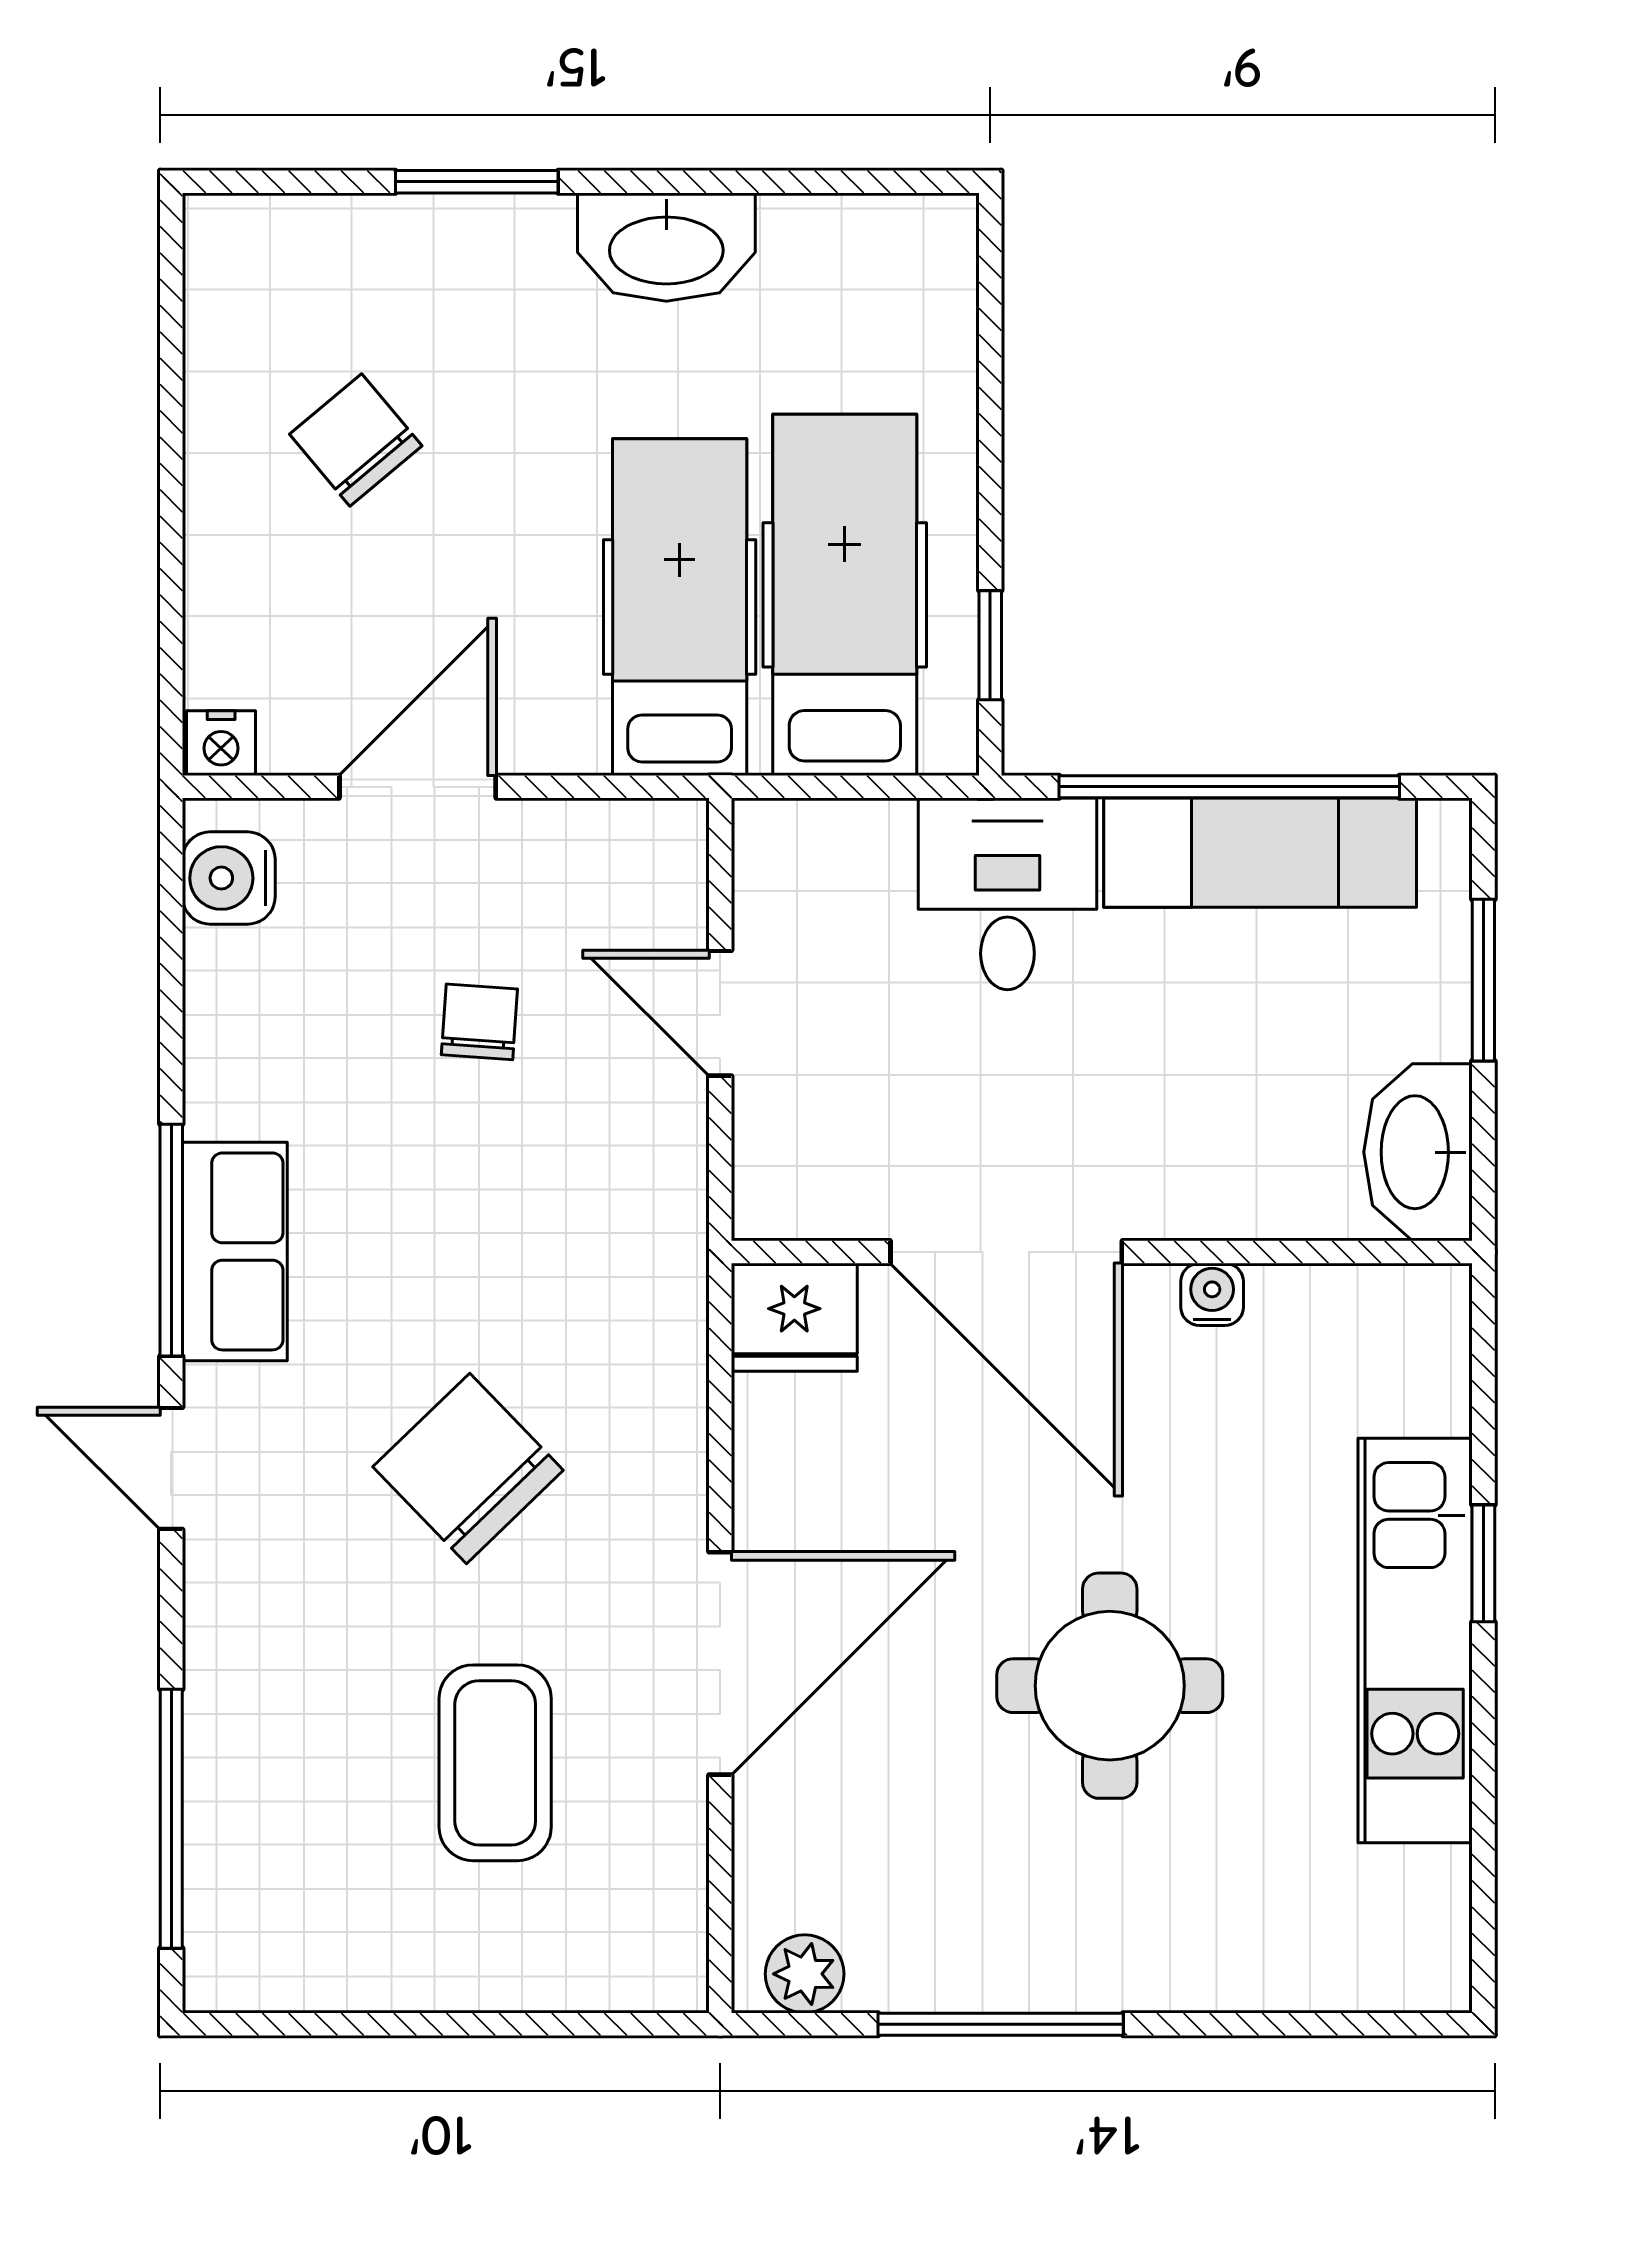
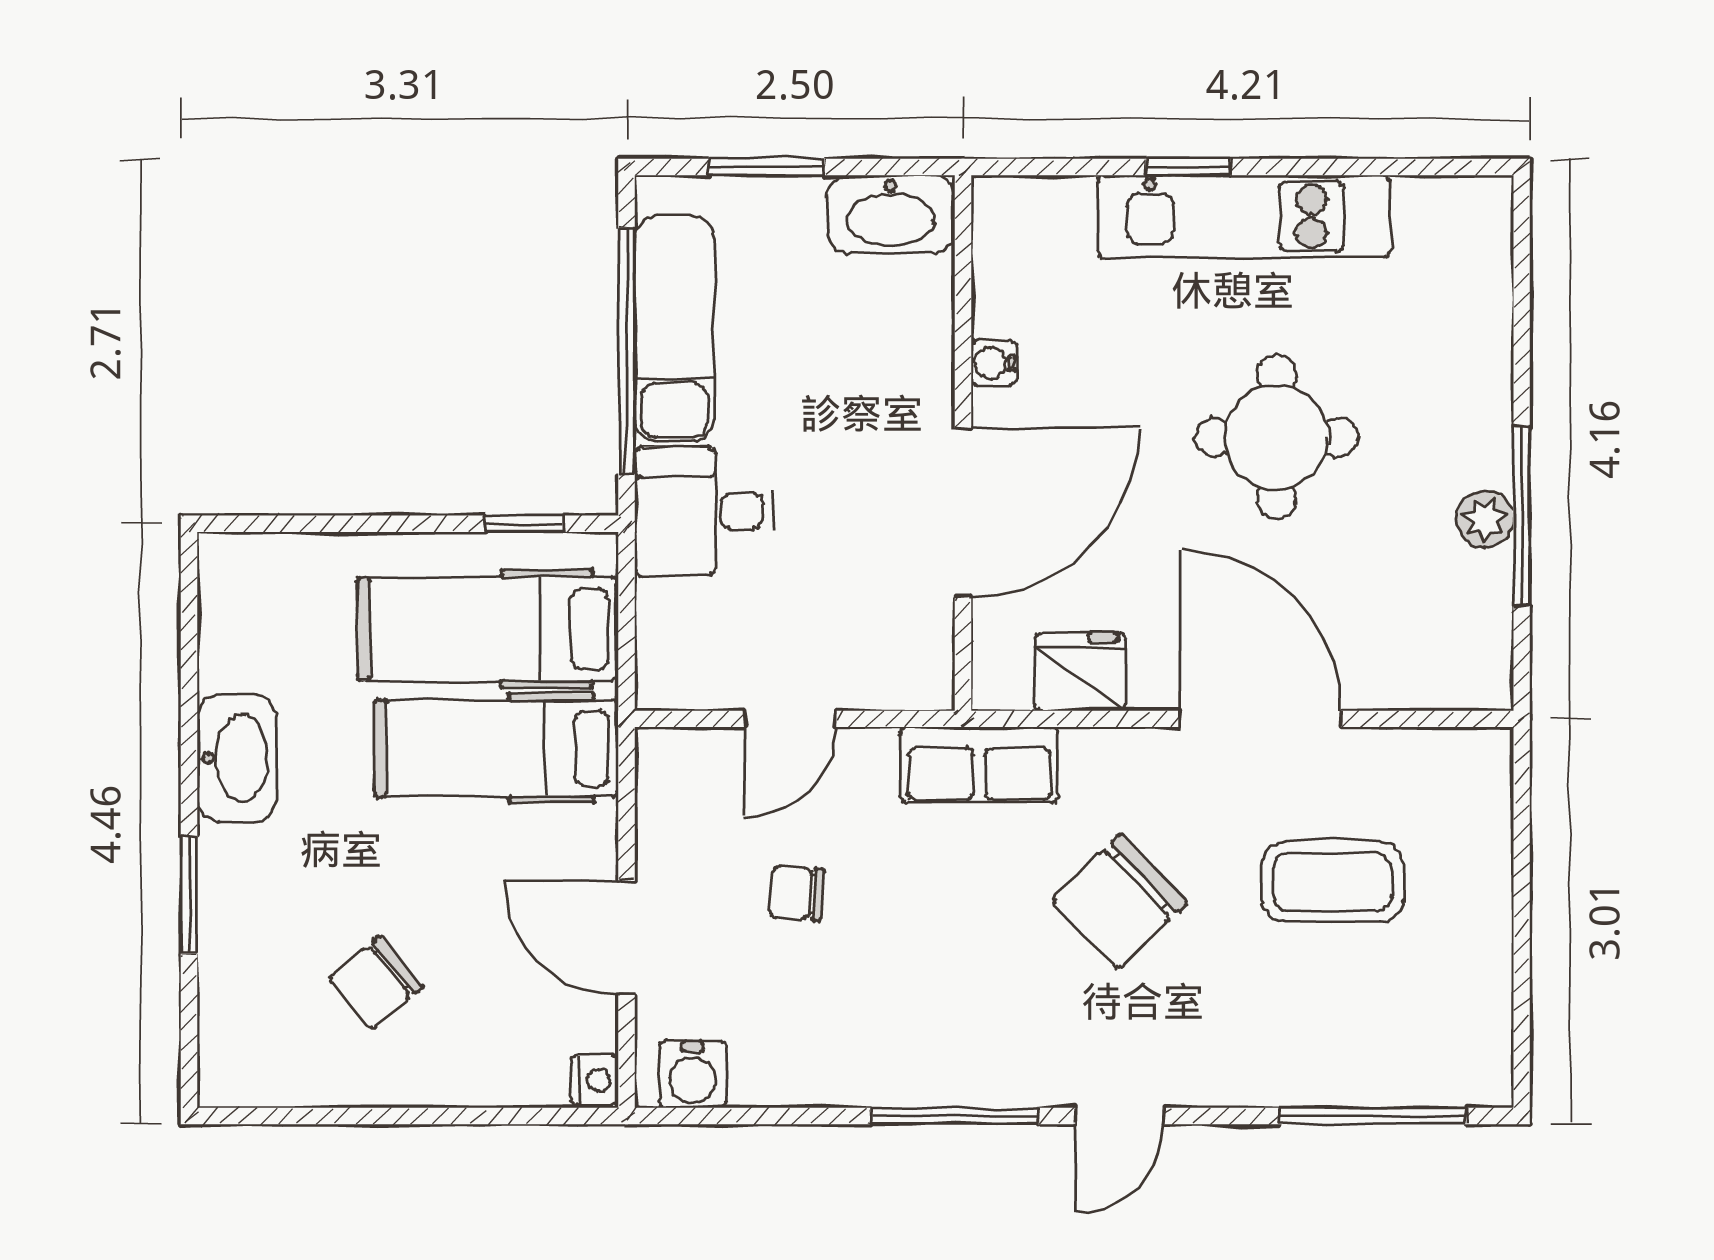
row of seats: (235, 1251) -> (979, 765), moved, turned 180
fridge: (794, 1317) -> (1080, 672), moved, turned -90
plant: (805, 1974) -> (1485, 519), moved

